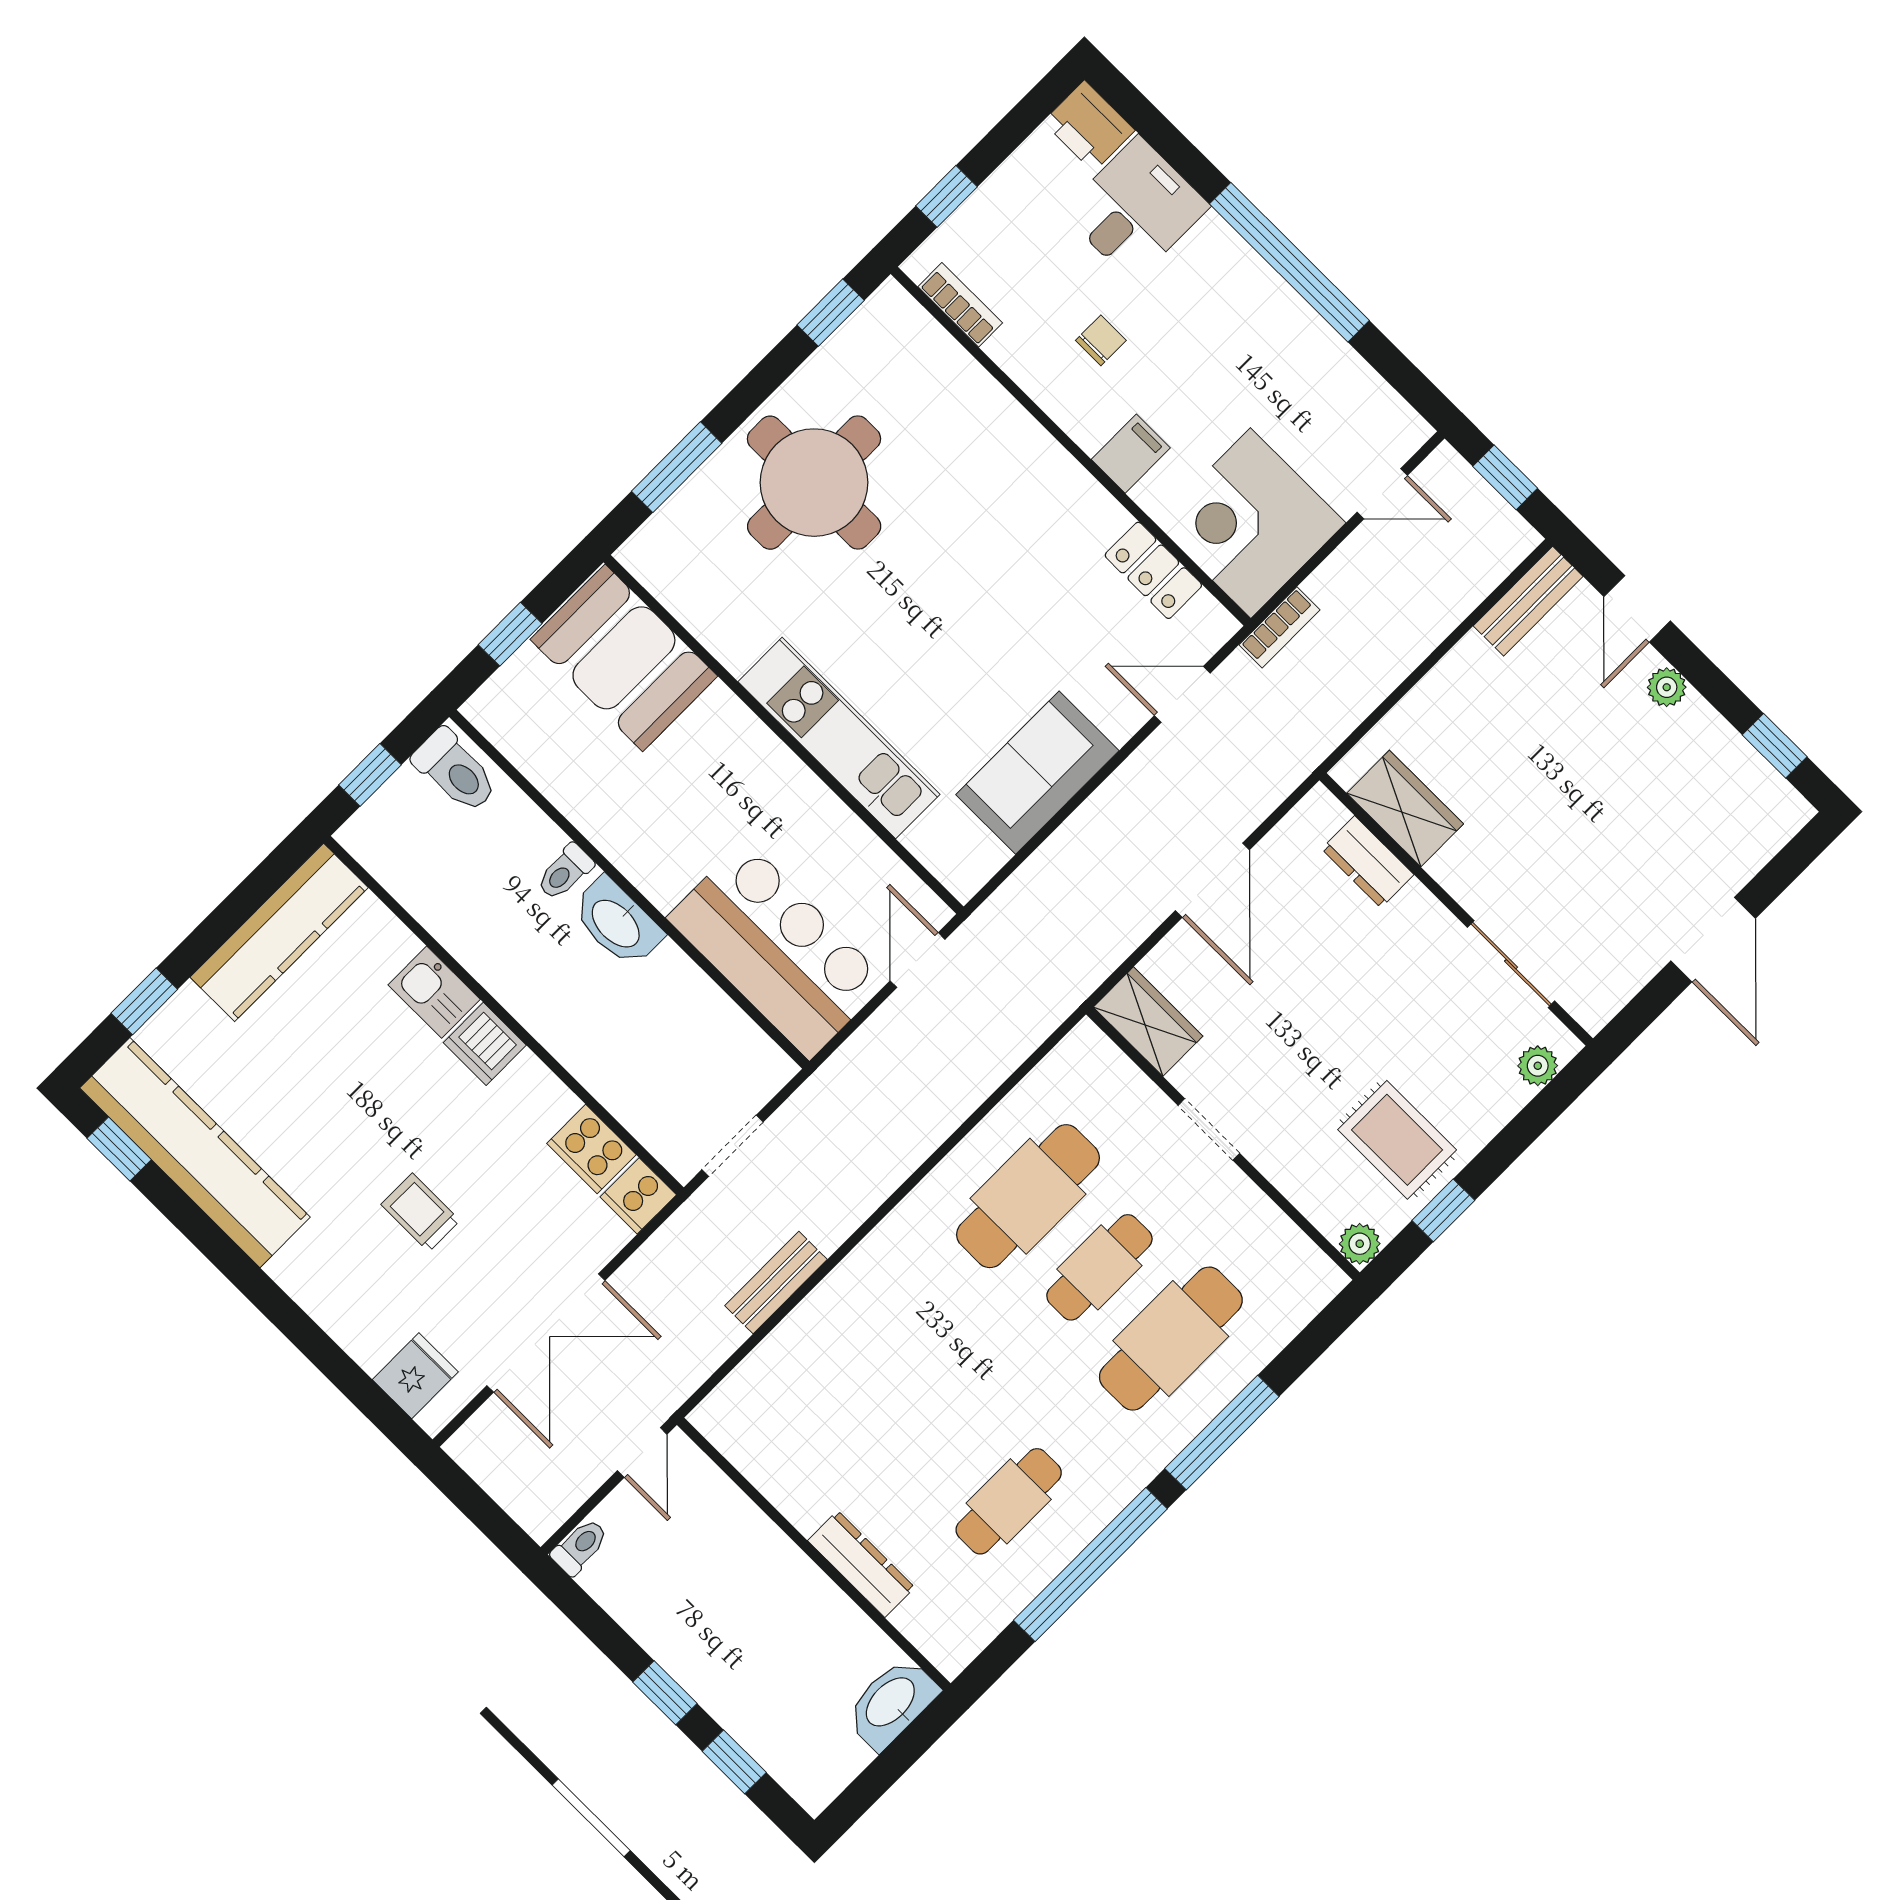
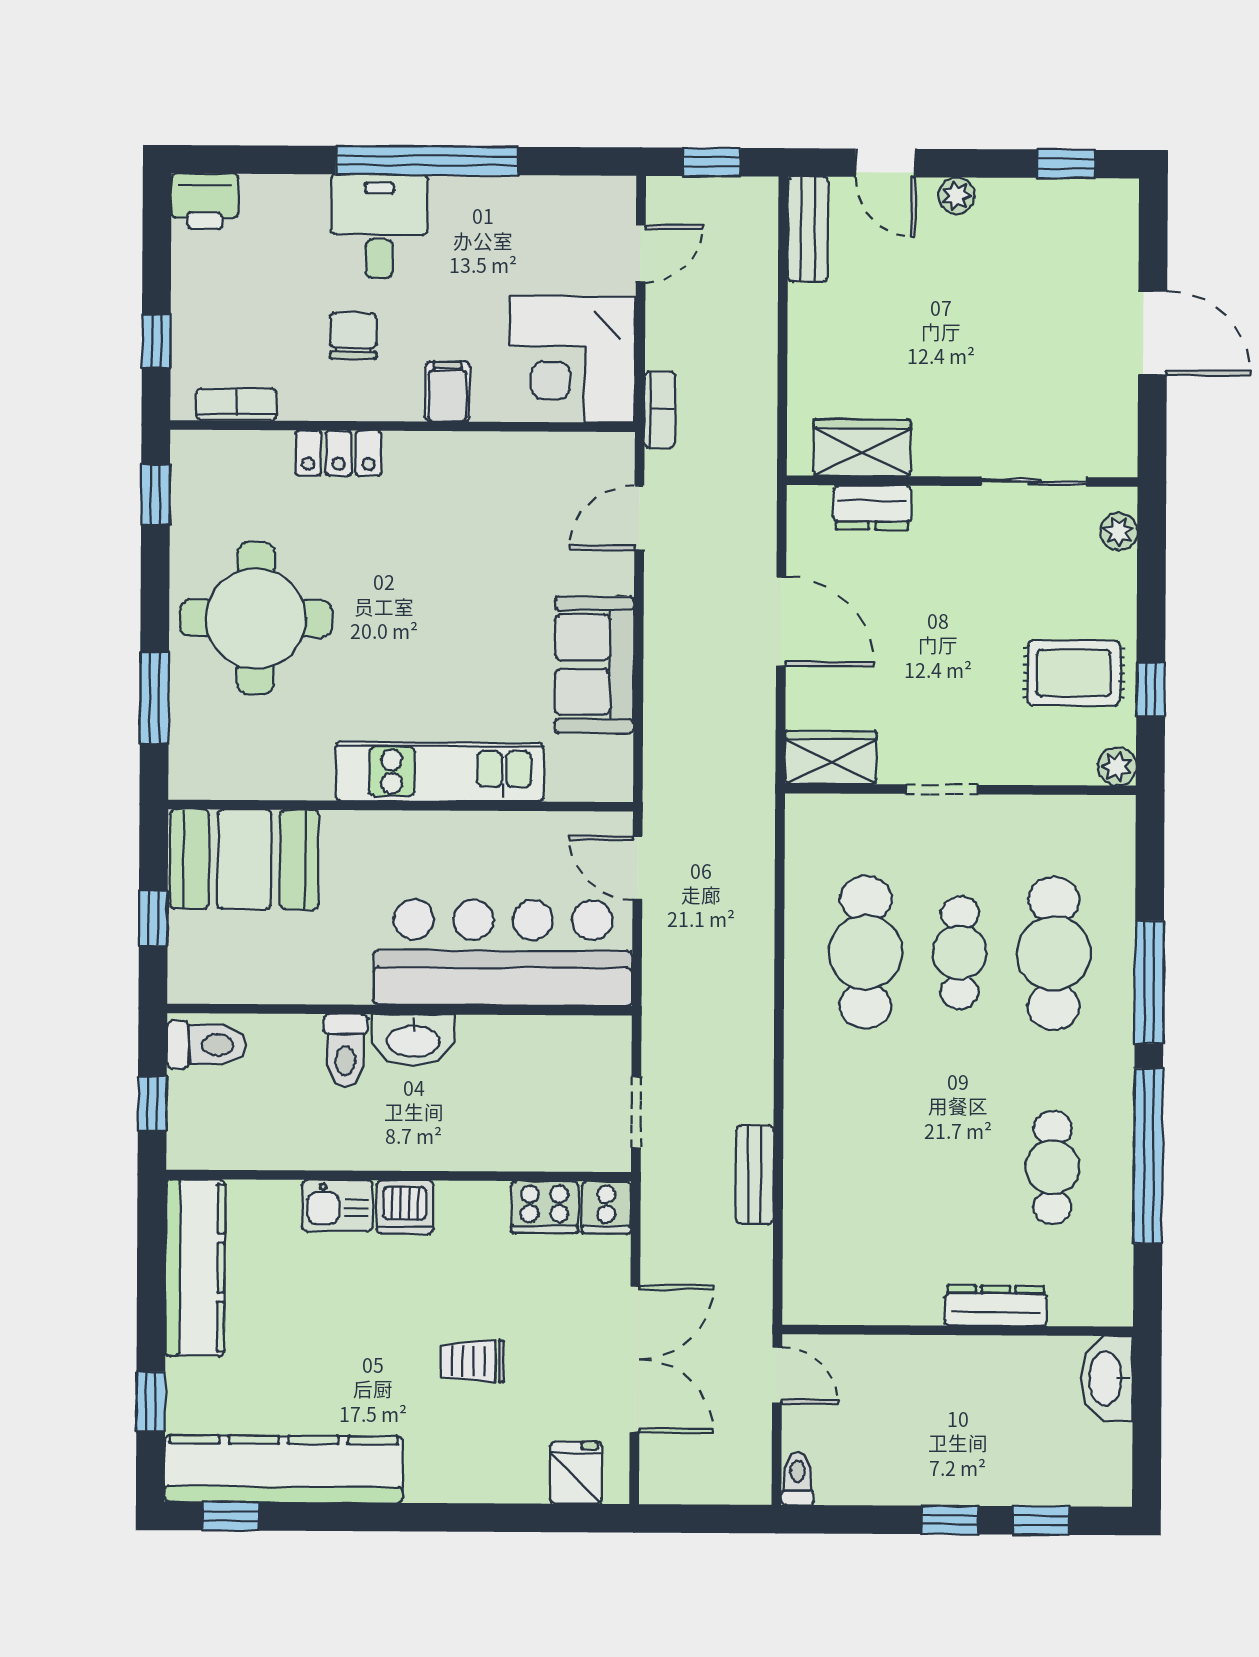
desk: (1136, 209) -> (379, 226), moved
chair: (1101, 340) -> (353, 336), width x1.37, depth x1.37
locker: (1153, 570) -> (338, 453), moved
toilet: (565, 872) -> (345, 1050), width x1.37, depth x1.39
bar counter: (777, 950) -> (503, 953), width x1.36

